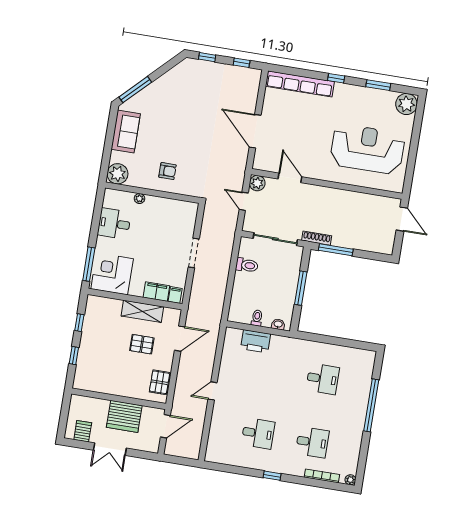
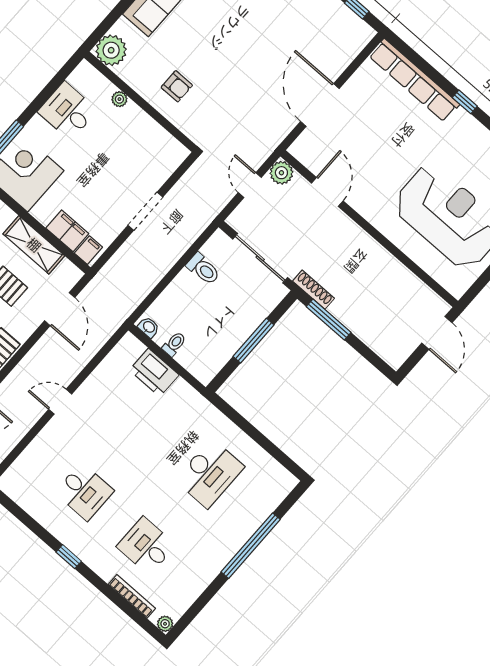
washbasin: (278, 324) -> (149, 327), moved
door: (180, 339) -> (60, 309), hinge flipped
desk: (323, 379) -> (210, 473), width x1.37
desk: (312, 442) -> (146, 546), turned 180

